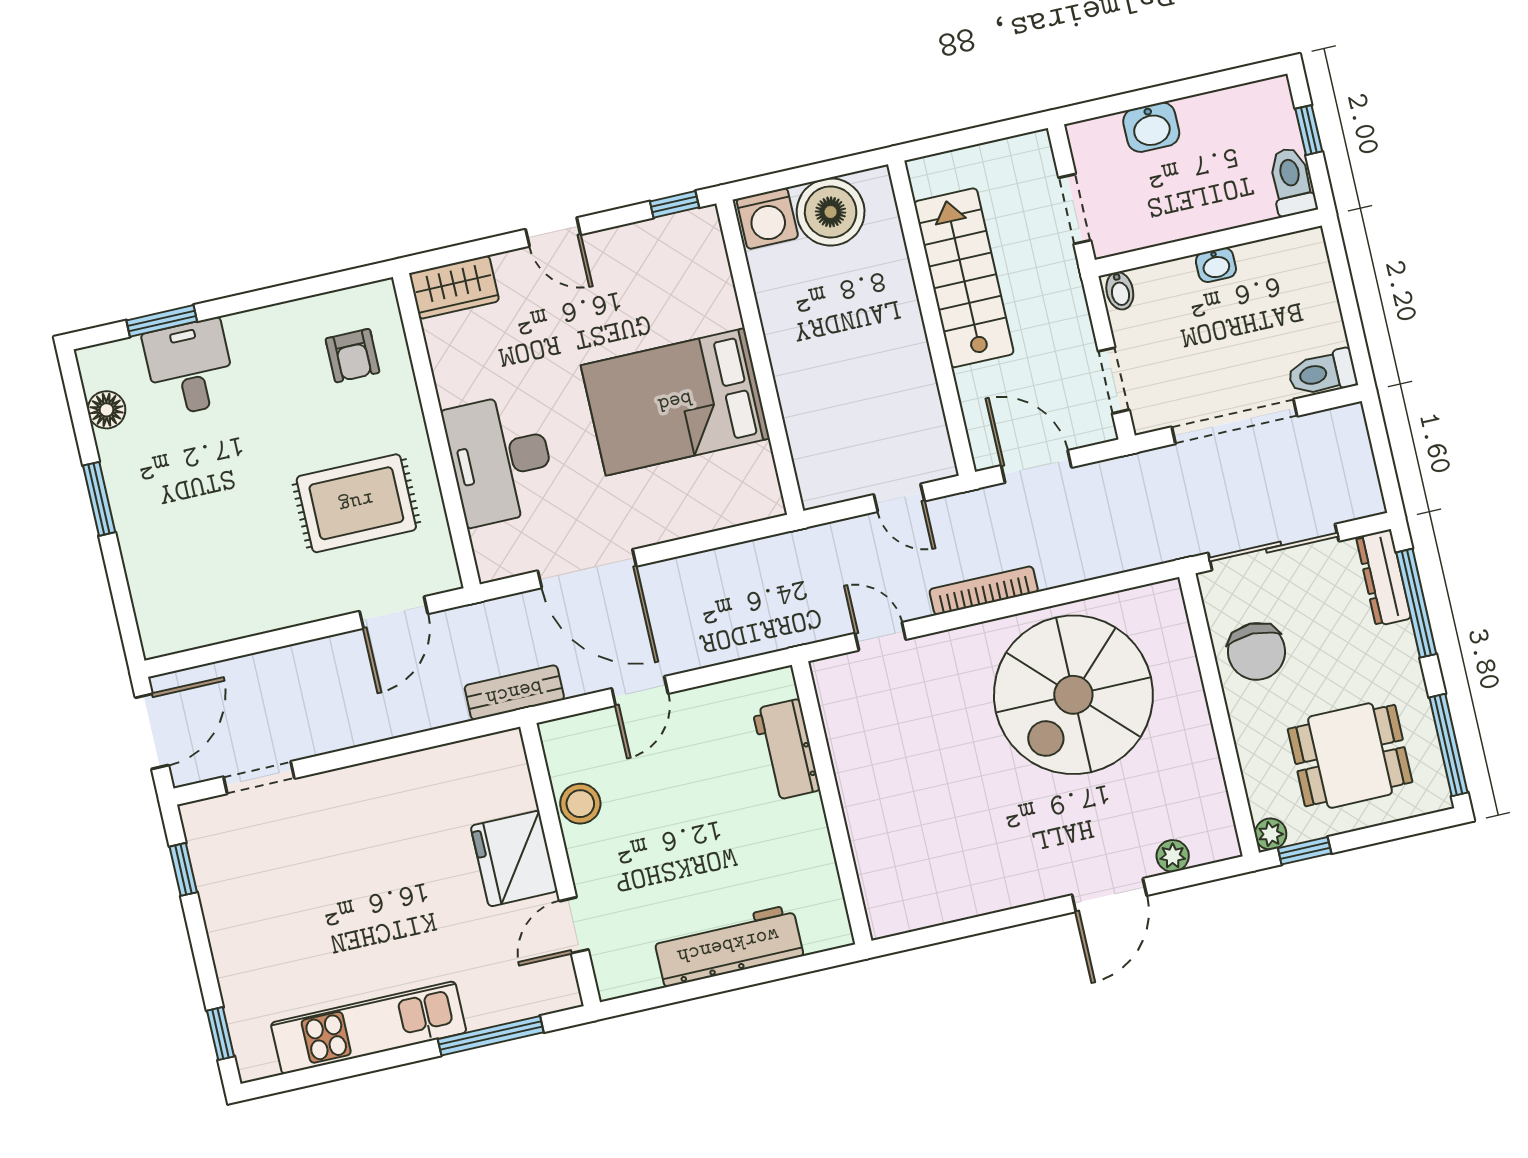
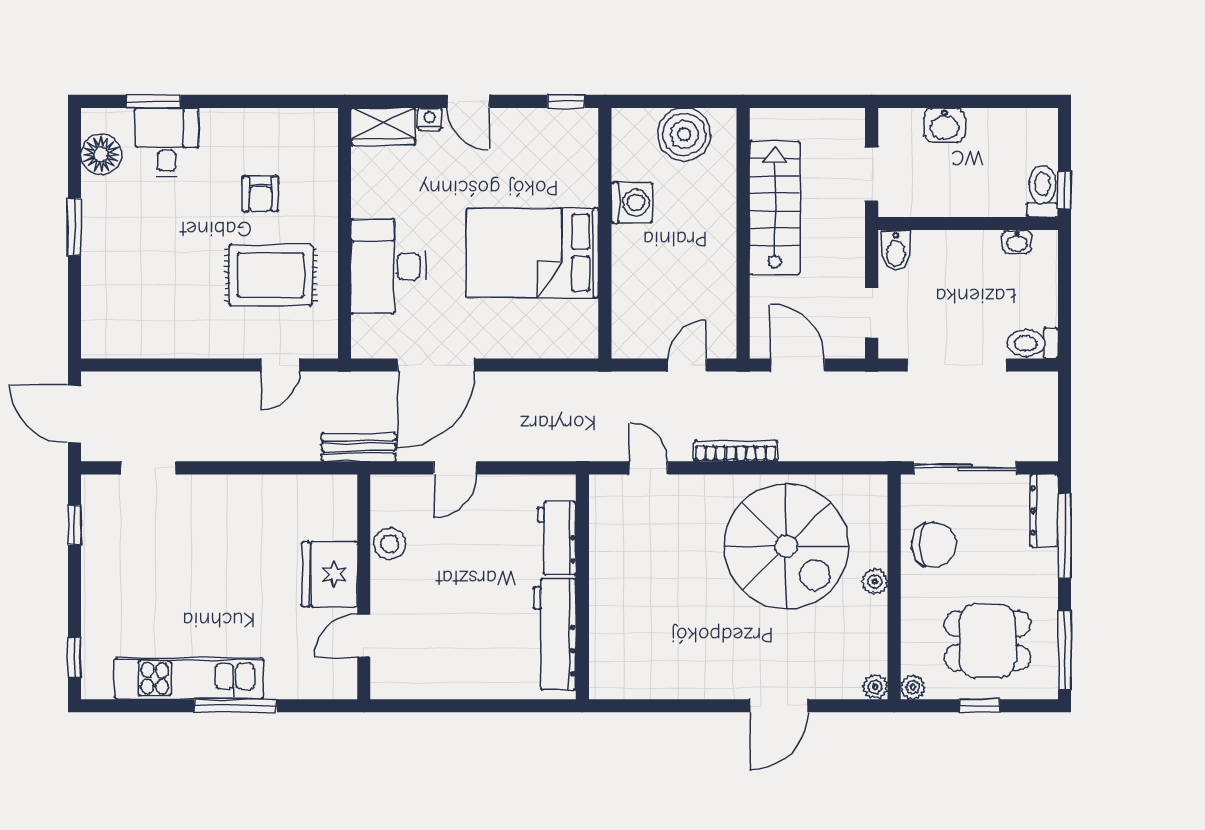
window: (1309, 130) -> (1065, 190), moved
washing machine: (767, 218) -> (632, 203), moved, turned -90
nightstand: (510, 265) -> (430, 119), added
washbasin: (1216, 265) -> (1017, 242), moved
bidet: (1120, 291) -> (896, 250), width x1.38, depth x1.36
armchair: (353, 356) -> (260, 194), moved
floor lamp: (106, 410) -> (101, 154), width x1.38, depth x1.38
door: (899, 498) -> (687, 365), swing flipped
door: (587, 569) -> (436, 365), hinge flipped
door: (394, 613) -> (280, 365), width x0.73
chair: (1256, 651) -> (934, 545), turned -90
spiral stairs: (1073, 695) -> (786, 546), turned -90
plant: (1193, 714) -> (875, 582), added
door: (152, 731) -> (74, 414), swing flipped
window: (1305, 851) -> (980, 706), moved
plant: (1173, 856) -> (875, 687), moved
workbench: (728, 946) -> (555, 634), moved, turned -90
window: (491, 1036) -> (236, 706), moved

